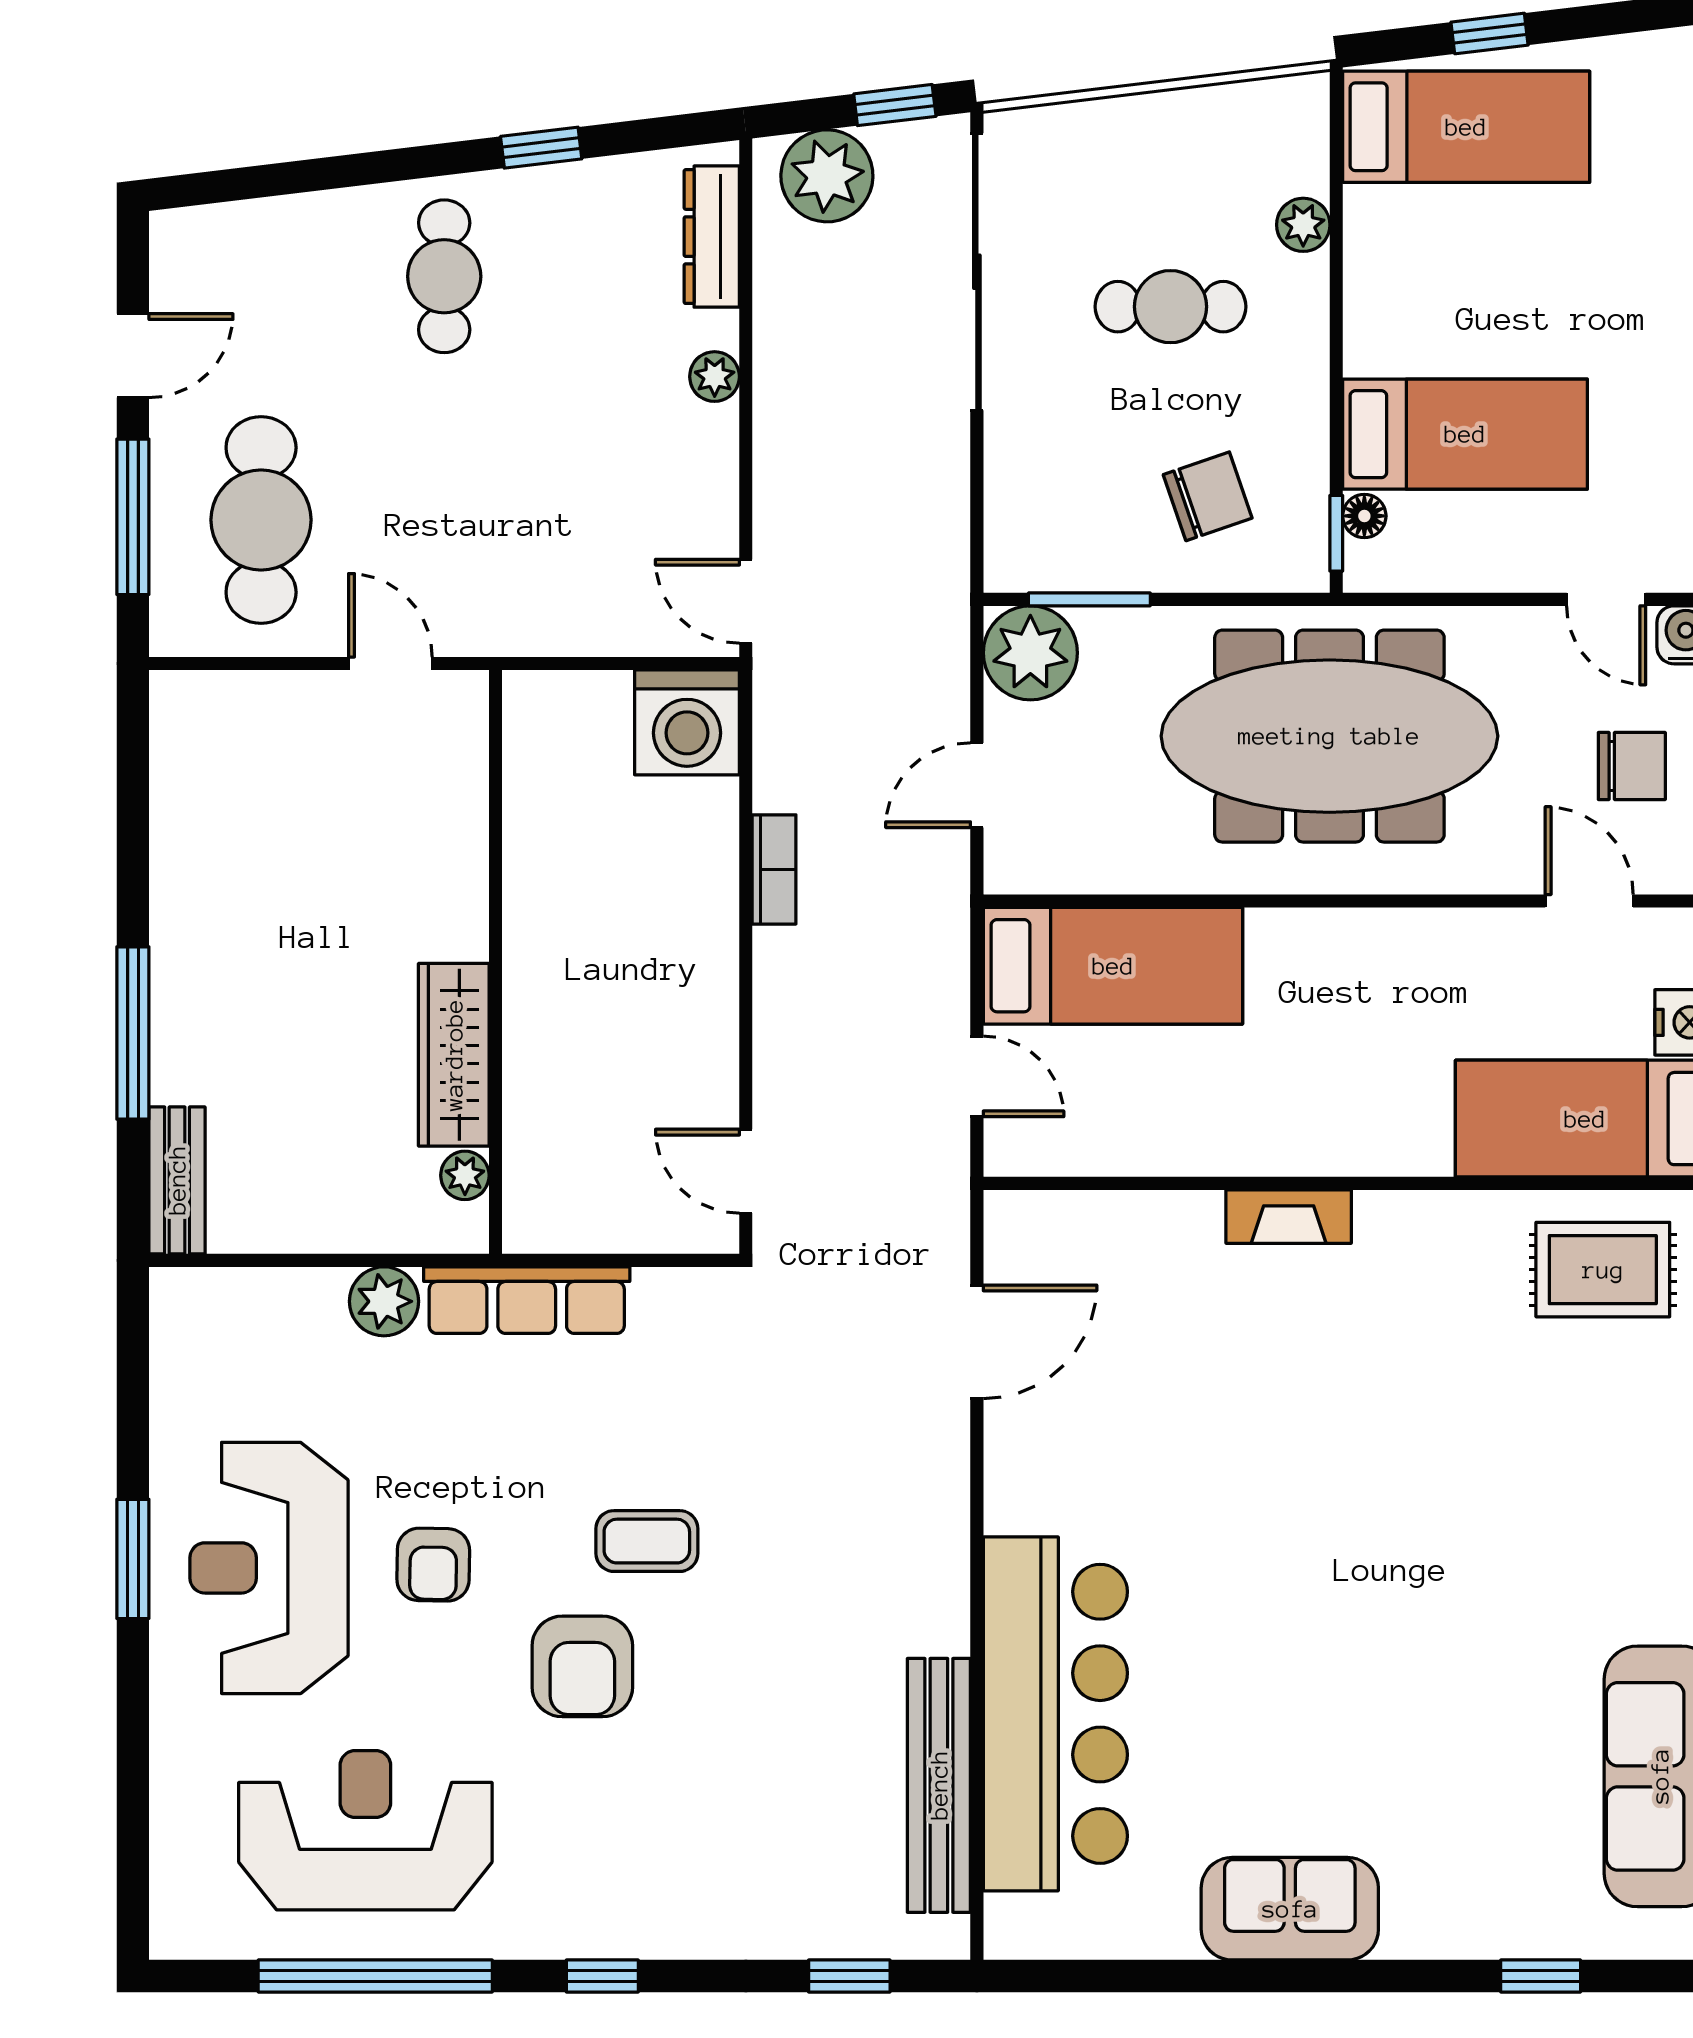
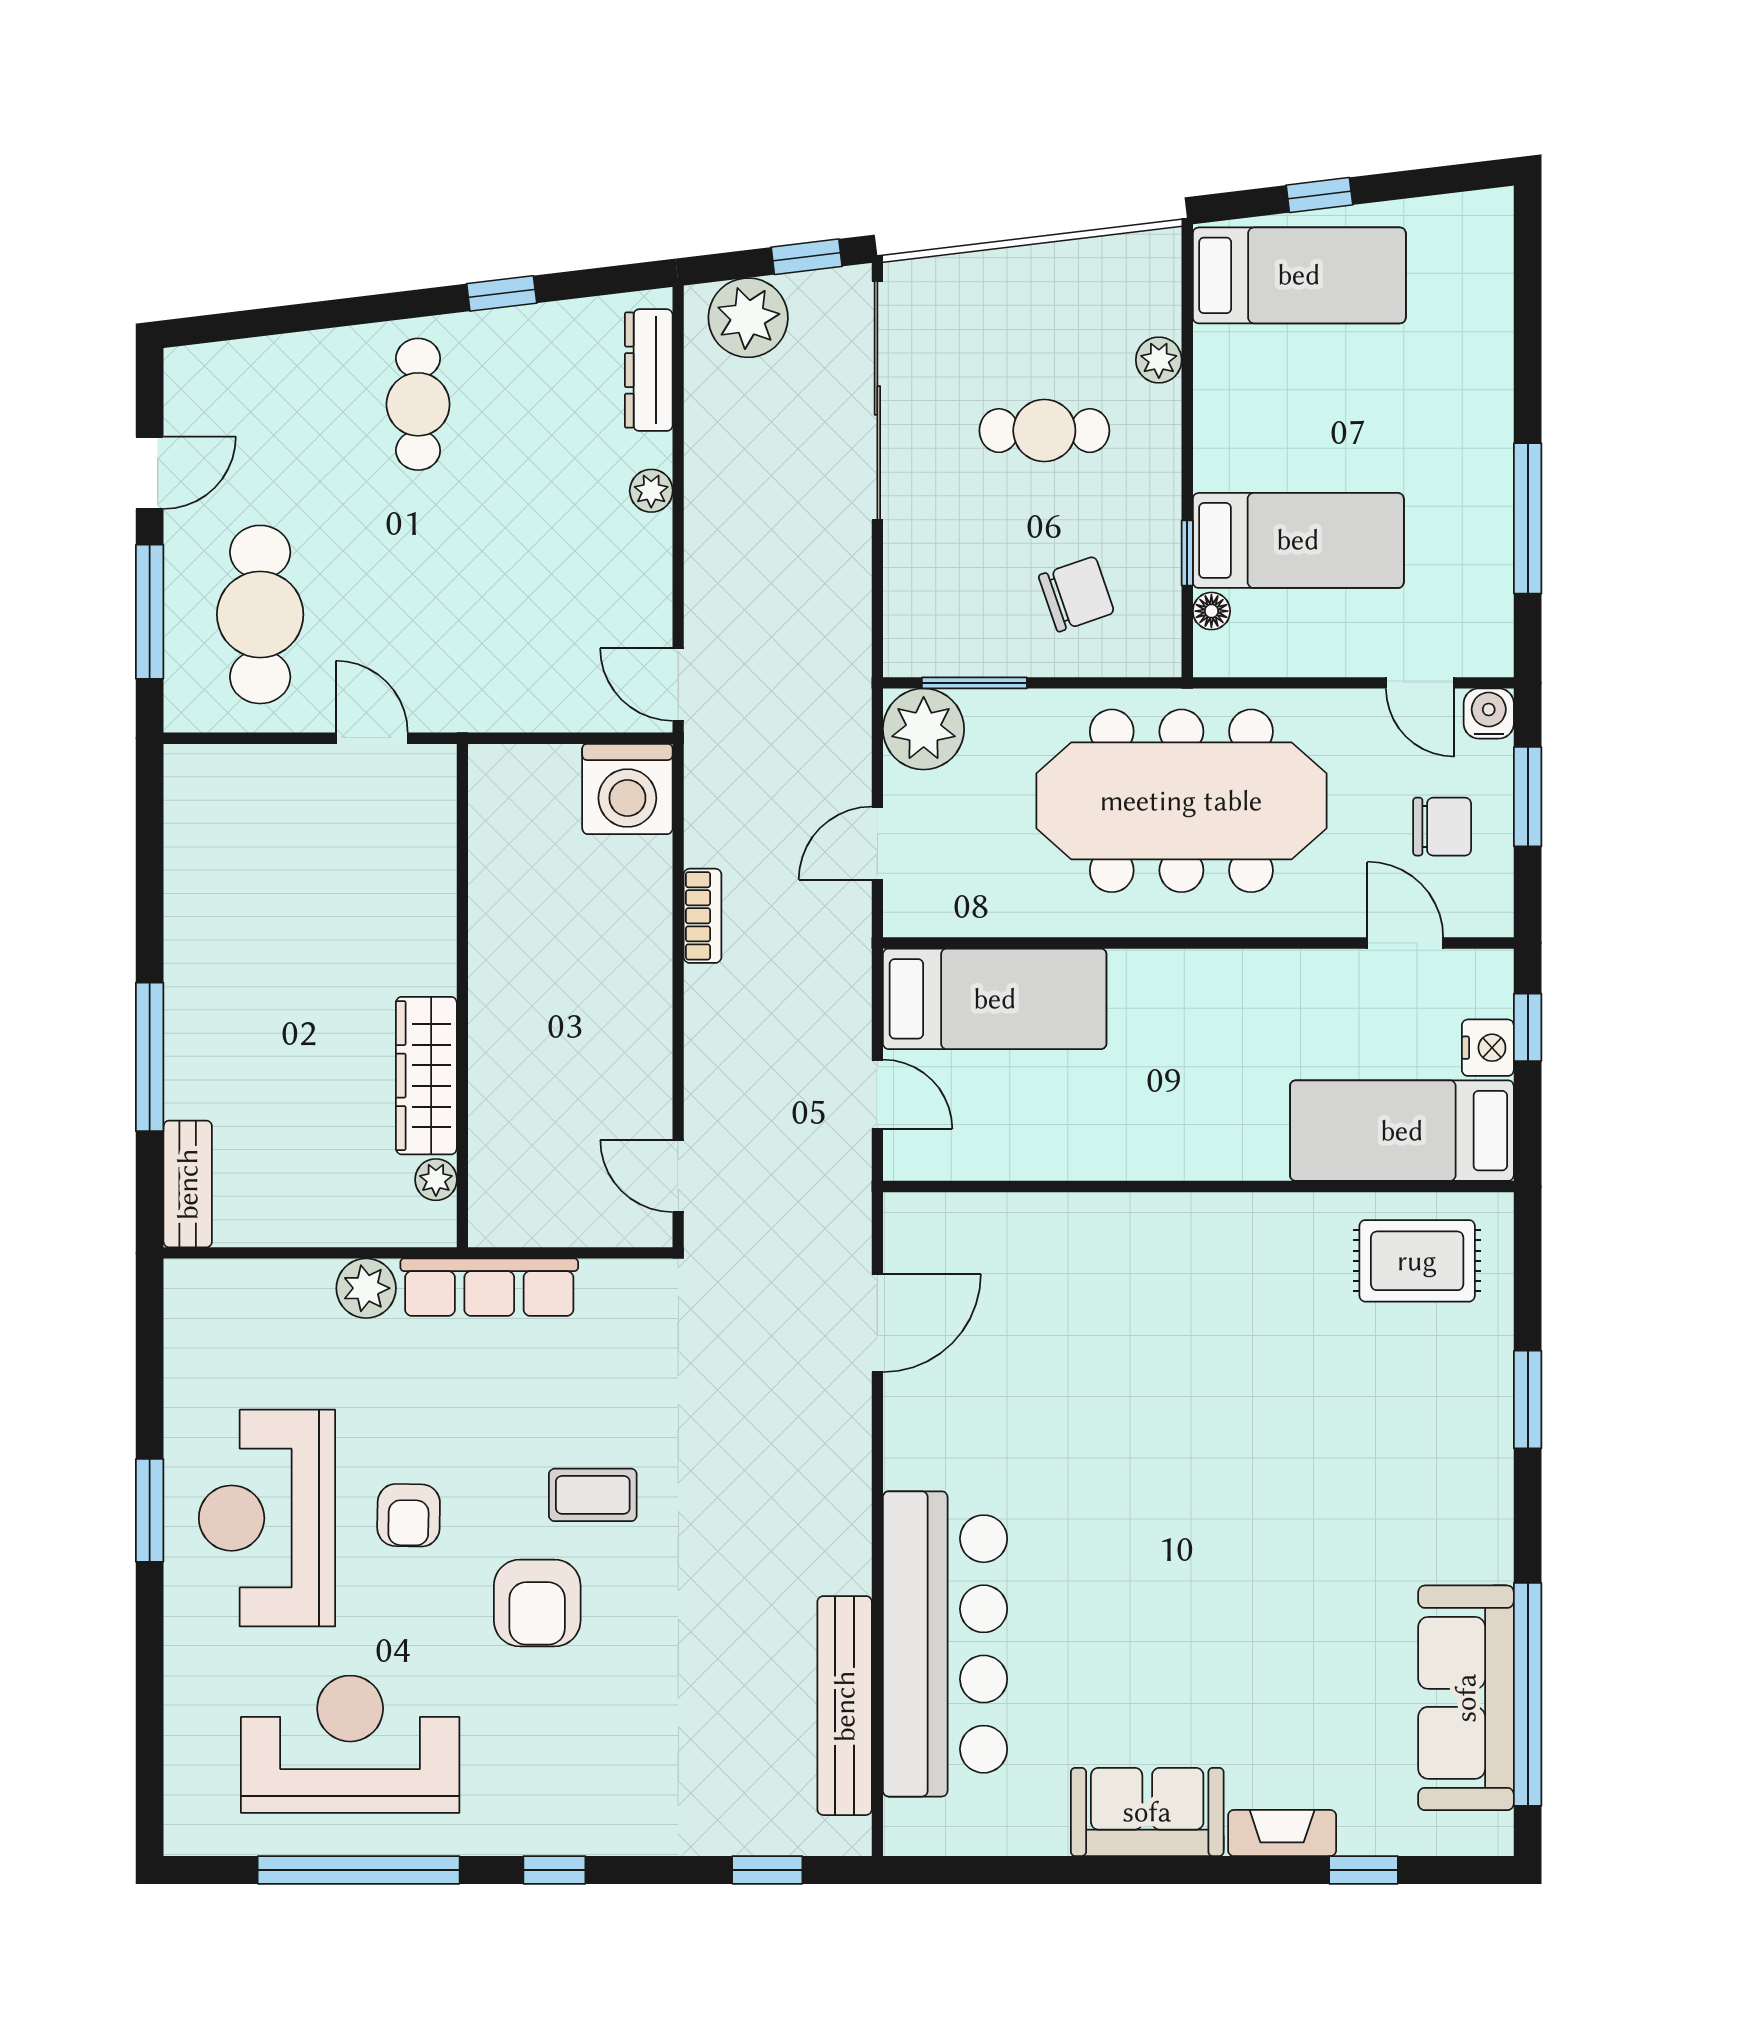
window: (1336, 533) -> (1187, 553), moved
fireplace: (1289, 1217) -> (1282, 1833), moved, turned 180

